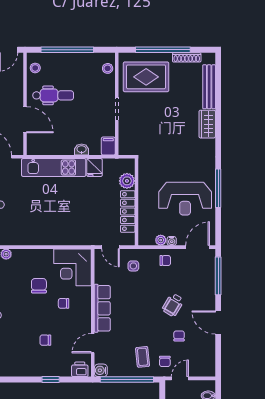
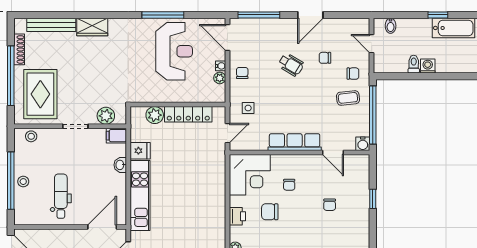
stool: (35, 68) -> (23, 182), moved
door: (25, 120) -> (102, 227), moved
plant: (126, 136) -> (106, 116), added
printer: (80, 369) -> (237, 216), moved, turned 180
door: (180, 378) -> (372, 44), moved

